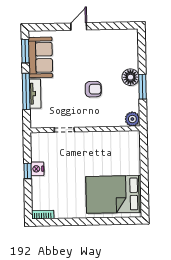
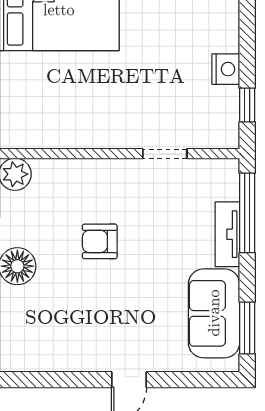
window: (26, 91) -> (247, 213), moved
window: (28, 171) -> (247, 105), moved

